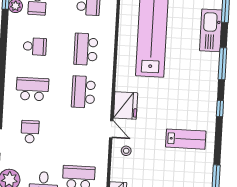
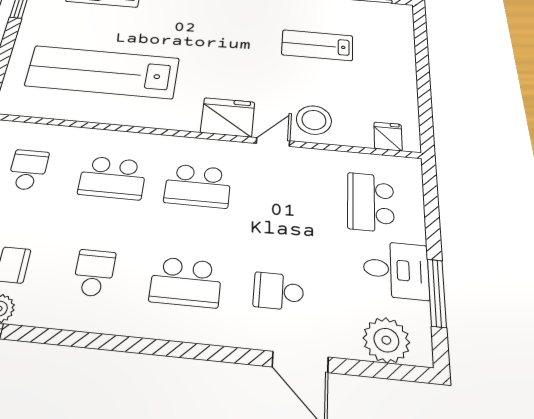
school desk: (32, 89) -> (186, 282), turned -90
lab bench: (186, 139) -> (317, 45), moved, turned -90
stool: (126, 151) -> (314, 120), width x1.89, depth x1.89

